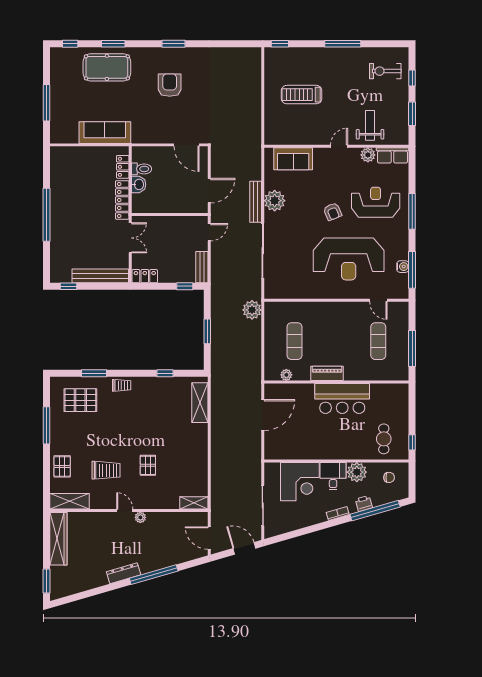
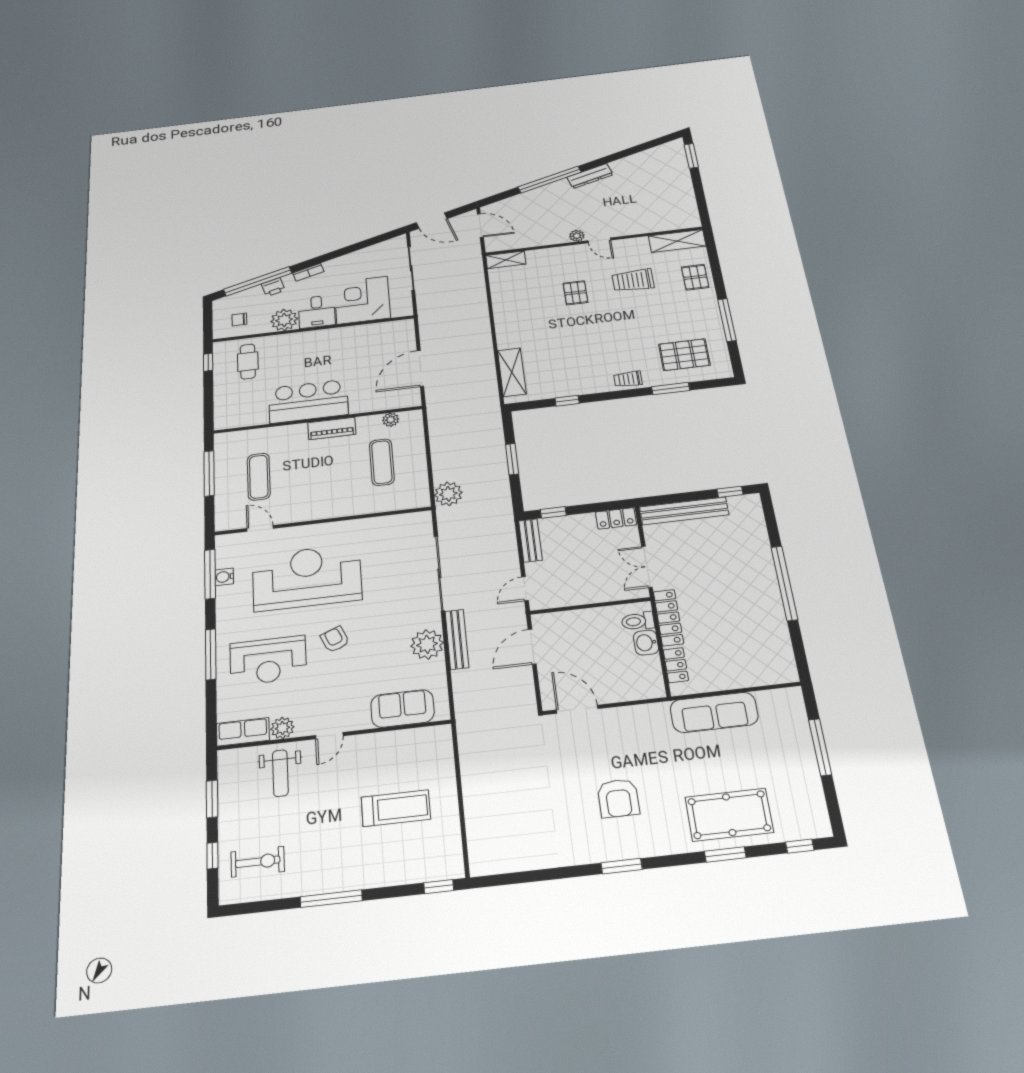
toilet: (141, 169) -> (638, 621), moved
wardrobe: (58, 539) -> (684, 200), removed

